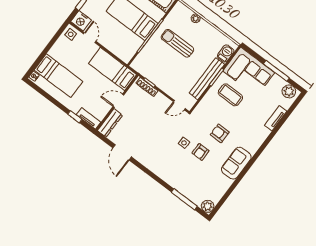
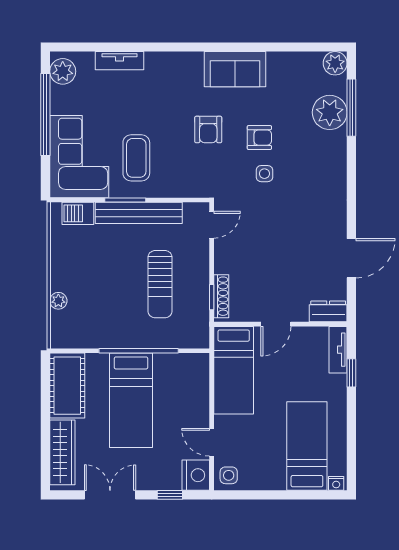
door: (90, 38) -> (212, 442), hinge flipped
sun lounger: (177, 43) -> (160, 284), moved
window: (276, 71) -> (45, 115), width x1.46
door: (118, 101) -> (276, 324), hinge flipped
door: (179, 105) -> (212, 225), hinge flipped
dresser: (110, 123) -> (328, 311), width x0.70
plant: (189, 189) -> (330, 112), added

